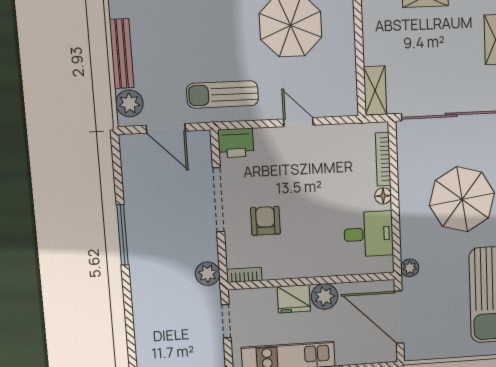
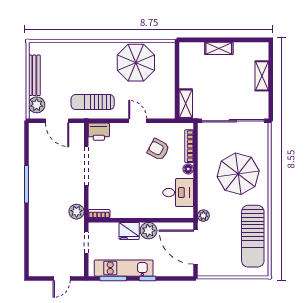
armchair: (265, 221) -> (158, 149), moved, turned -62

